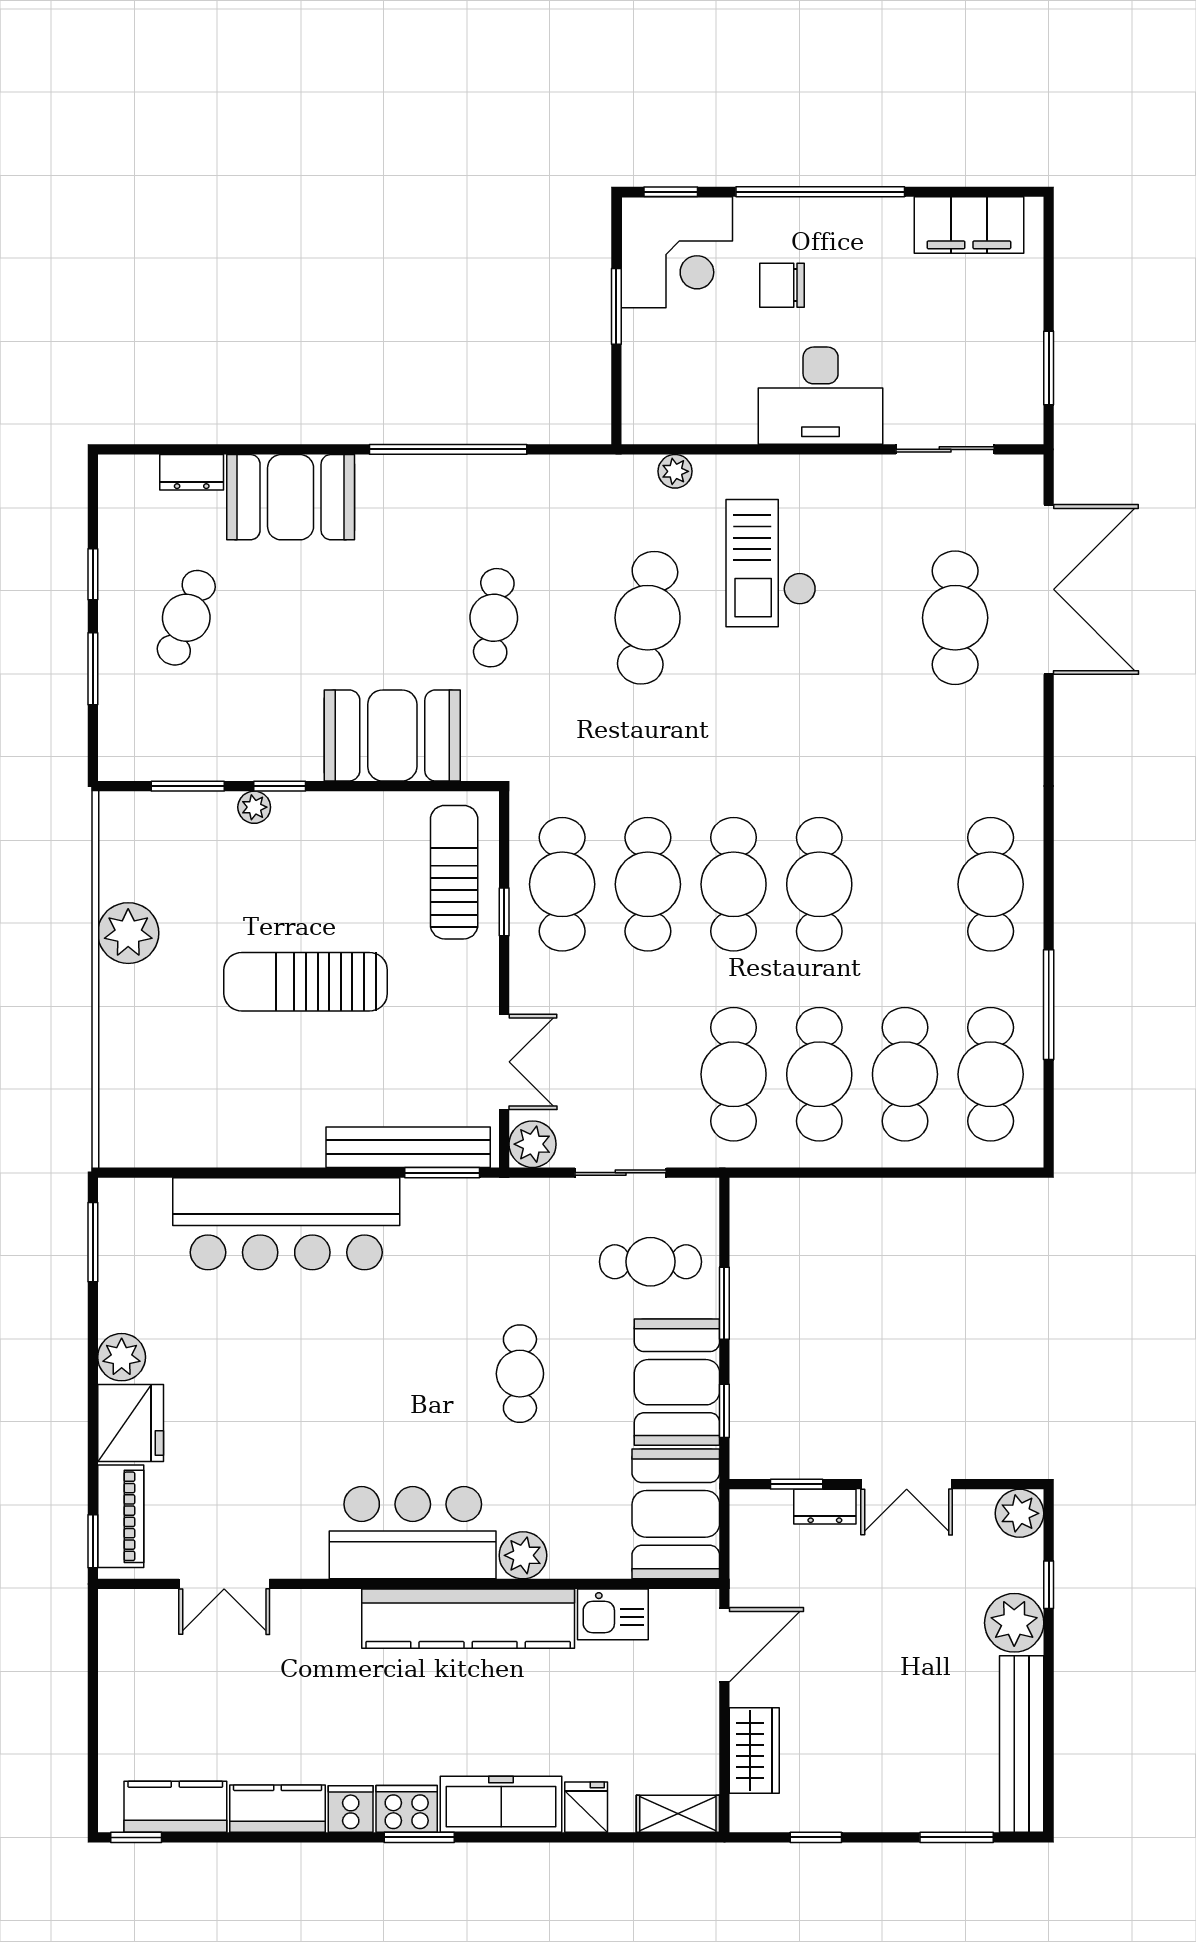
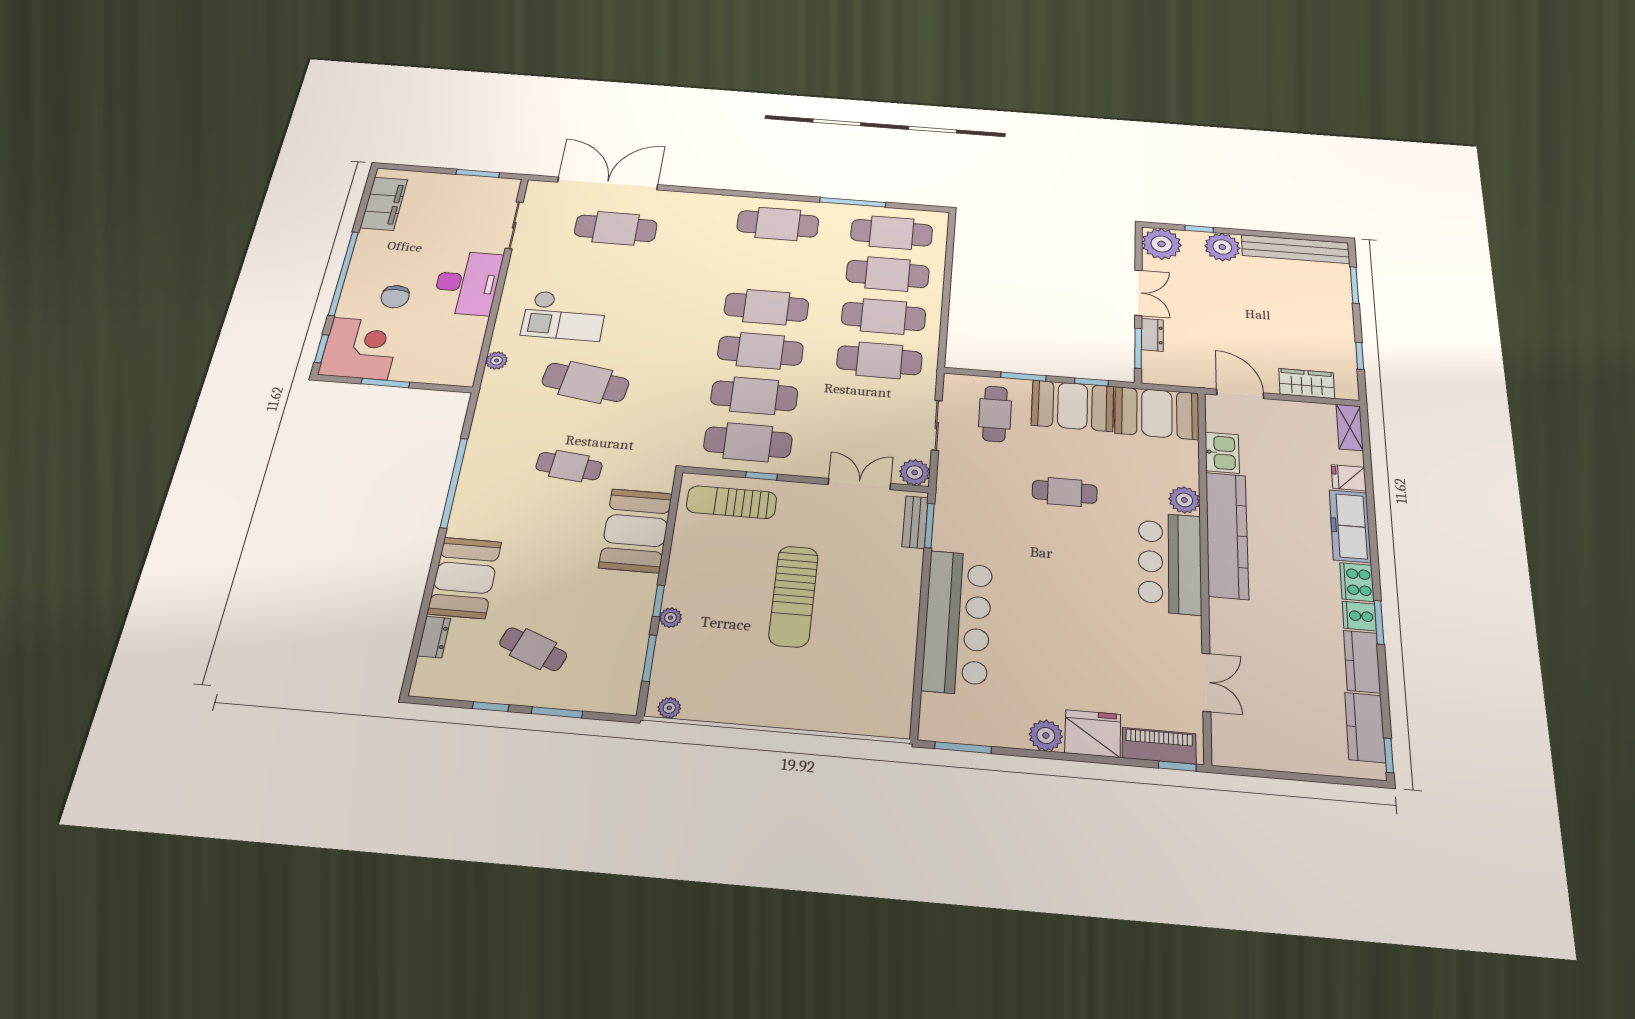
plant: (128, 933) -> (669, 708), moved, width x0.53, depth x0.53
bench: (408, 1147) -> (915, 522), width x0.54, depth x0.82
window: (797, 1484) -> (1138, 348), width x1.50
plant: (1020, 1513) -> (1161, 244), width x1.36, depth x1.36
window: (419, 1837) -> (1379, 622), moved

